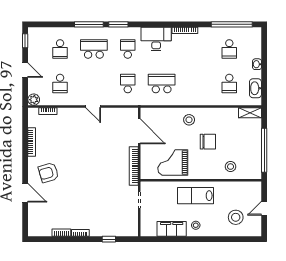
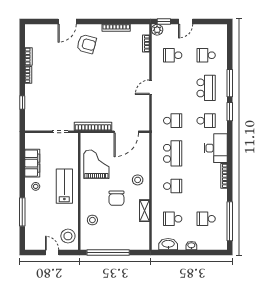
window: (25, 41) -> (164, 22), moved
school desk: (195, 84) -> (173, 186), added
shelving: (250, 113) -> (145, 211), moved
armchair: (48, 173) -> (87, 44), turned 121
stool: (236, 217) -> (68, 236), moved
window: (222, 239) -> (22, 212), added

